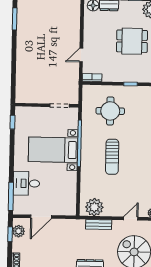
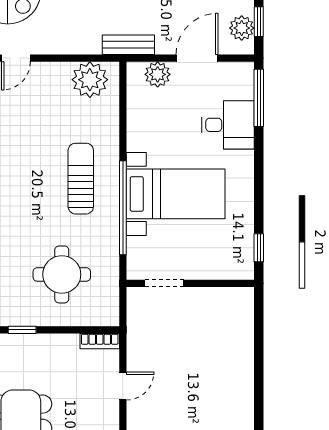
sun lounger: (112, 157) -> (81, 179), moved
plant: (61, 209) -> (158, 74), added
bench: (99, 225) -> (128, 45), moved

